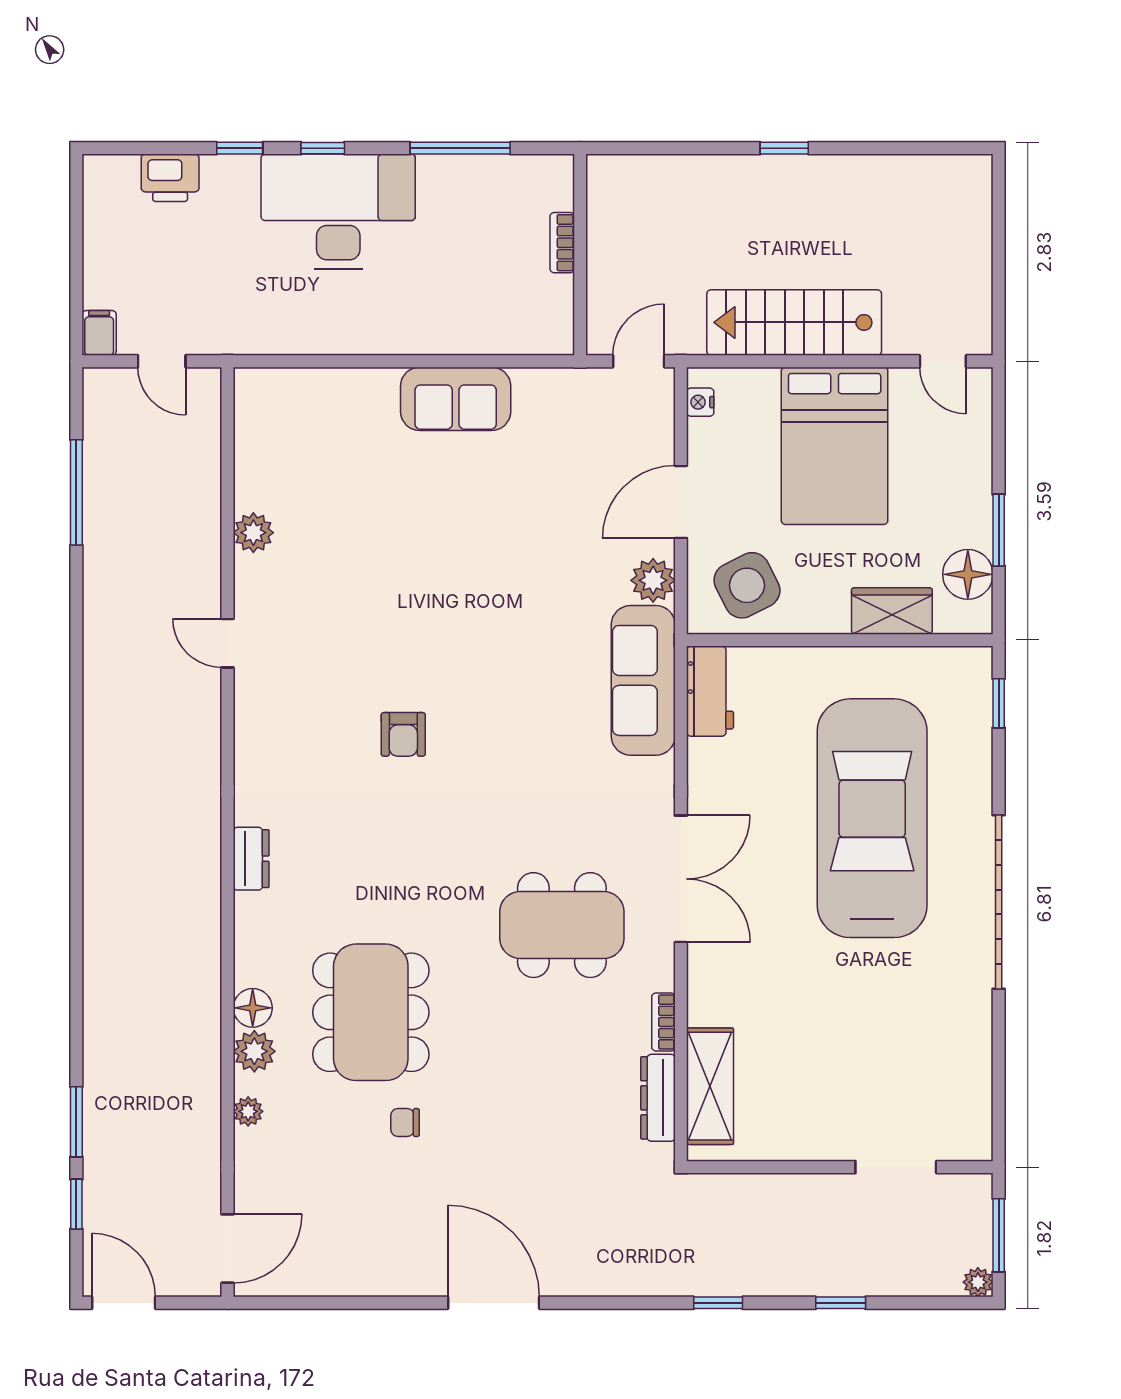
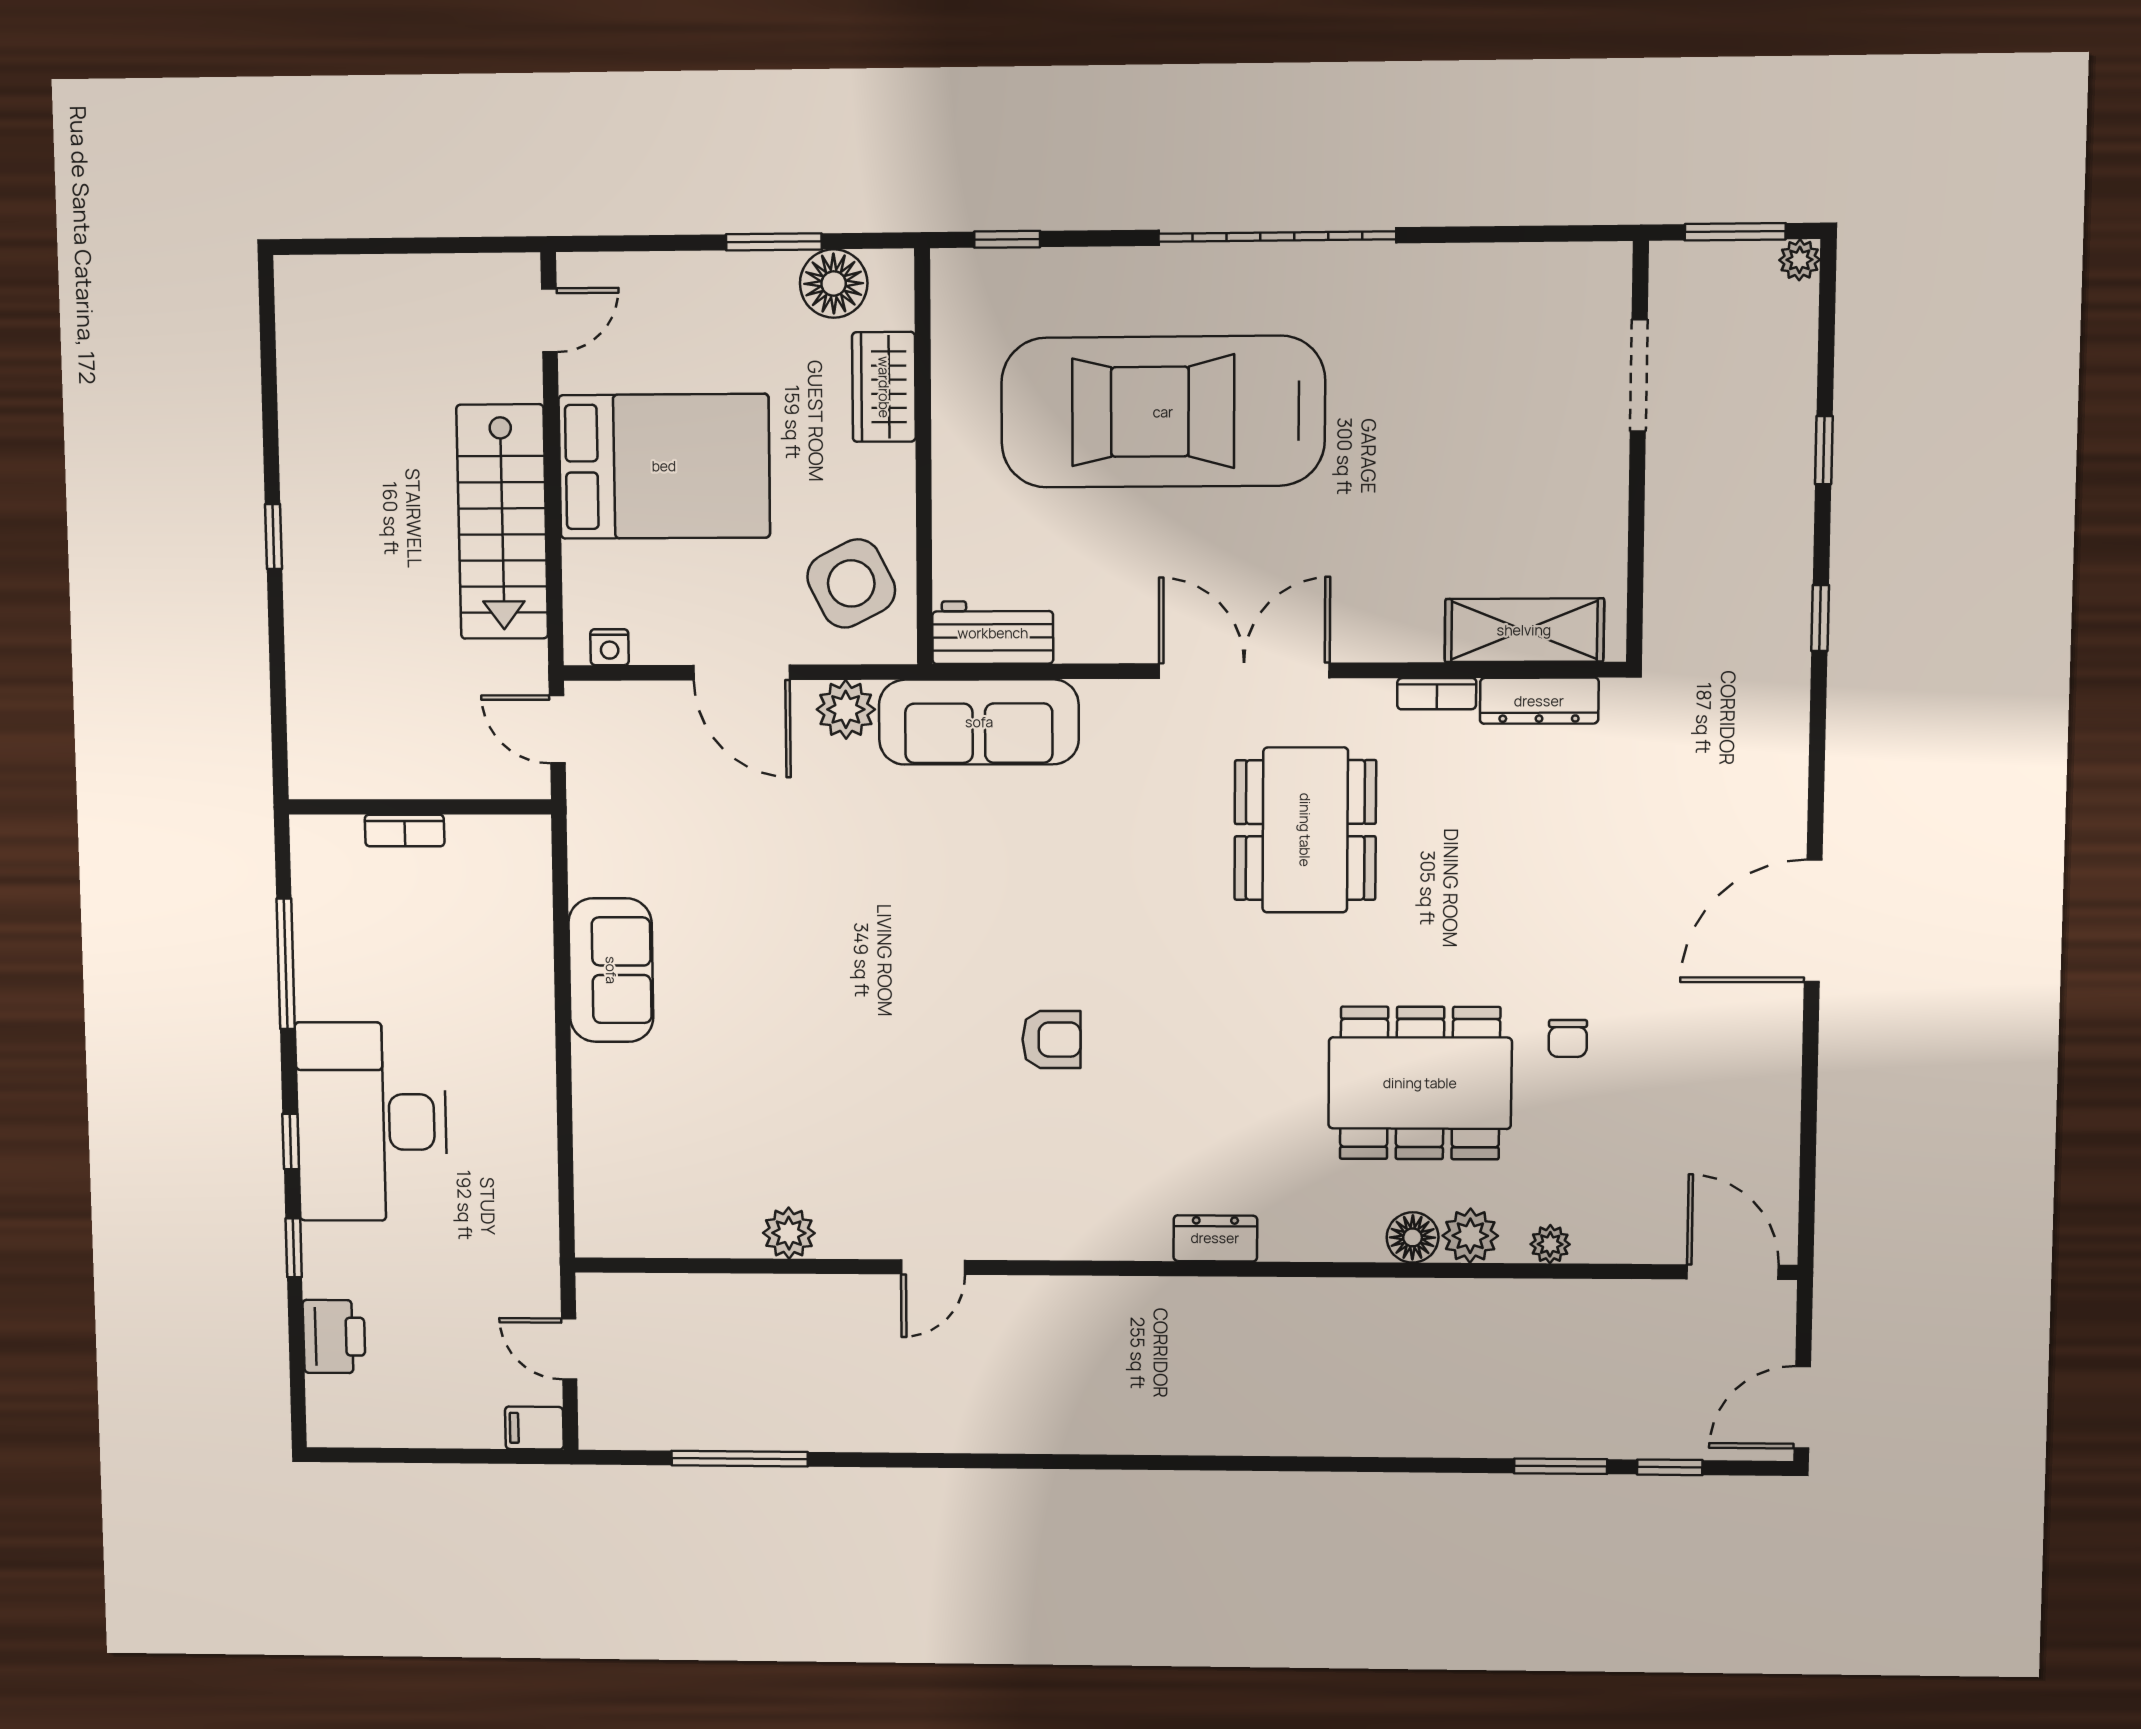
door: (162, 361) -> (569, 1349), swing flipped

